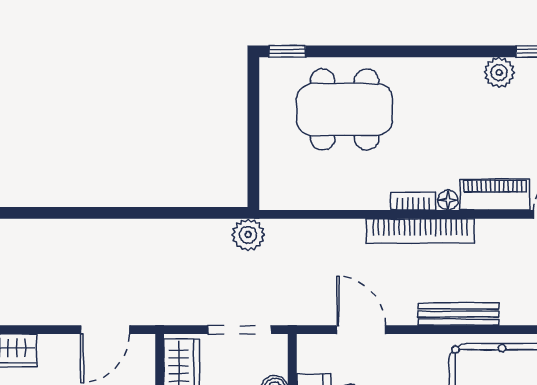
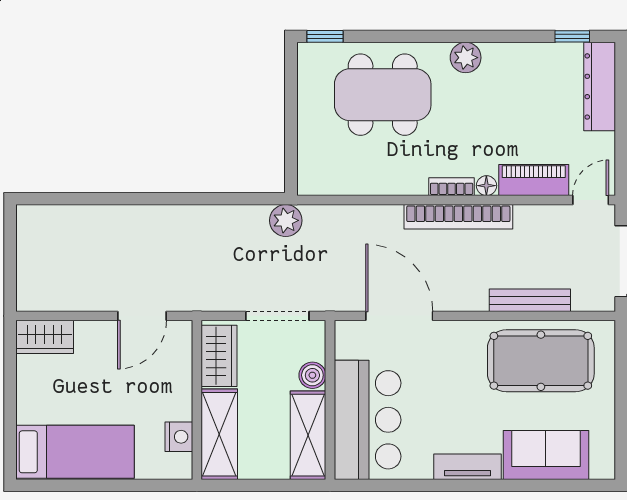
plant: (499, 72) -> (466, 58), moved
bench: (458, 314) -> (530, 300), moved
door: (361, 330) -> (399, 316), width x1.36

